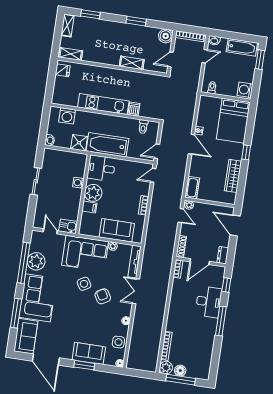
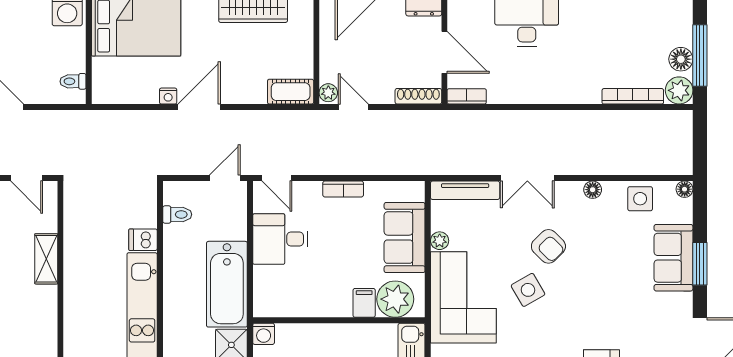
door: (157, 151) -> (225, 178), swing flipped
desk: (101, 168) -> (280, 239), moved, turned 90
washing machine: (78, 183) -> (264, 334), moved
plant: (93, 193) -> (395, 299), moved
door: (181, 216) -> (353, 107), hinge flipped
armchair: (103, 296) -> (548, 246), turned -105

